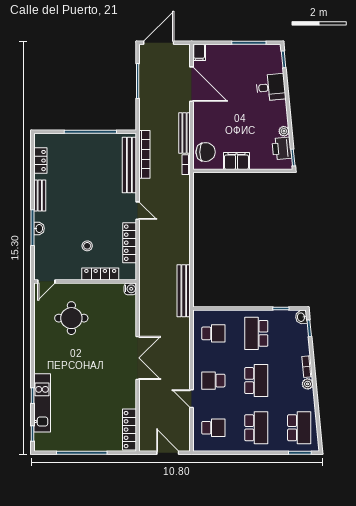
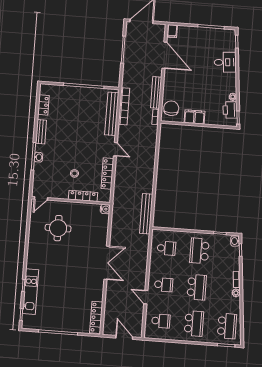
chair: (206, 152) -> (171, 108), turned -90
school desk: (213, 381) -> (164, 285), turned 180

